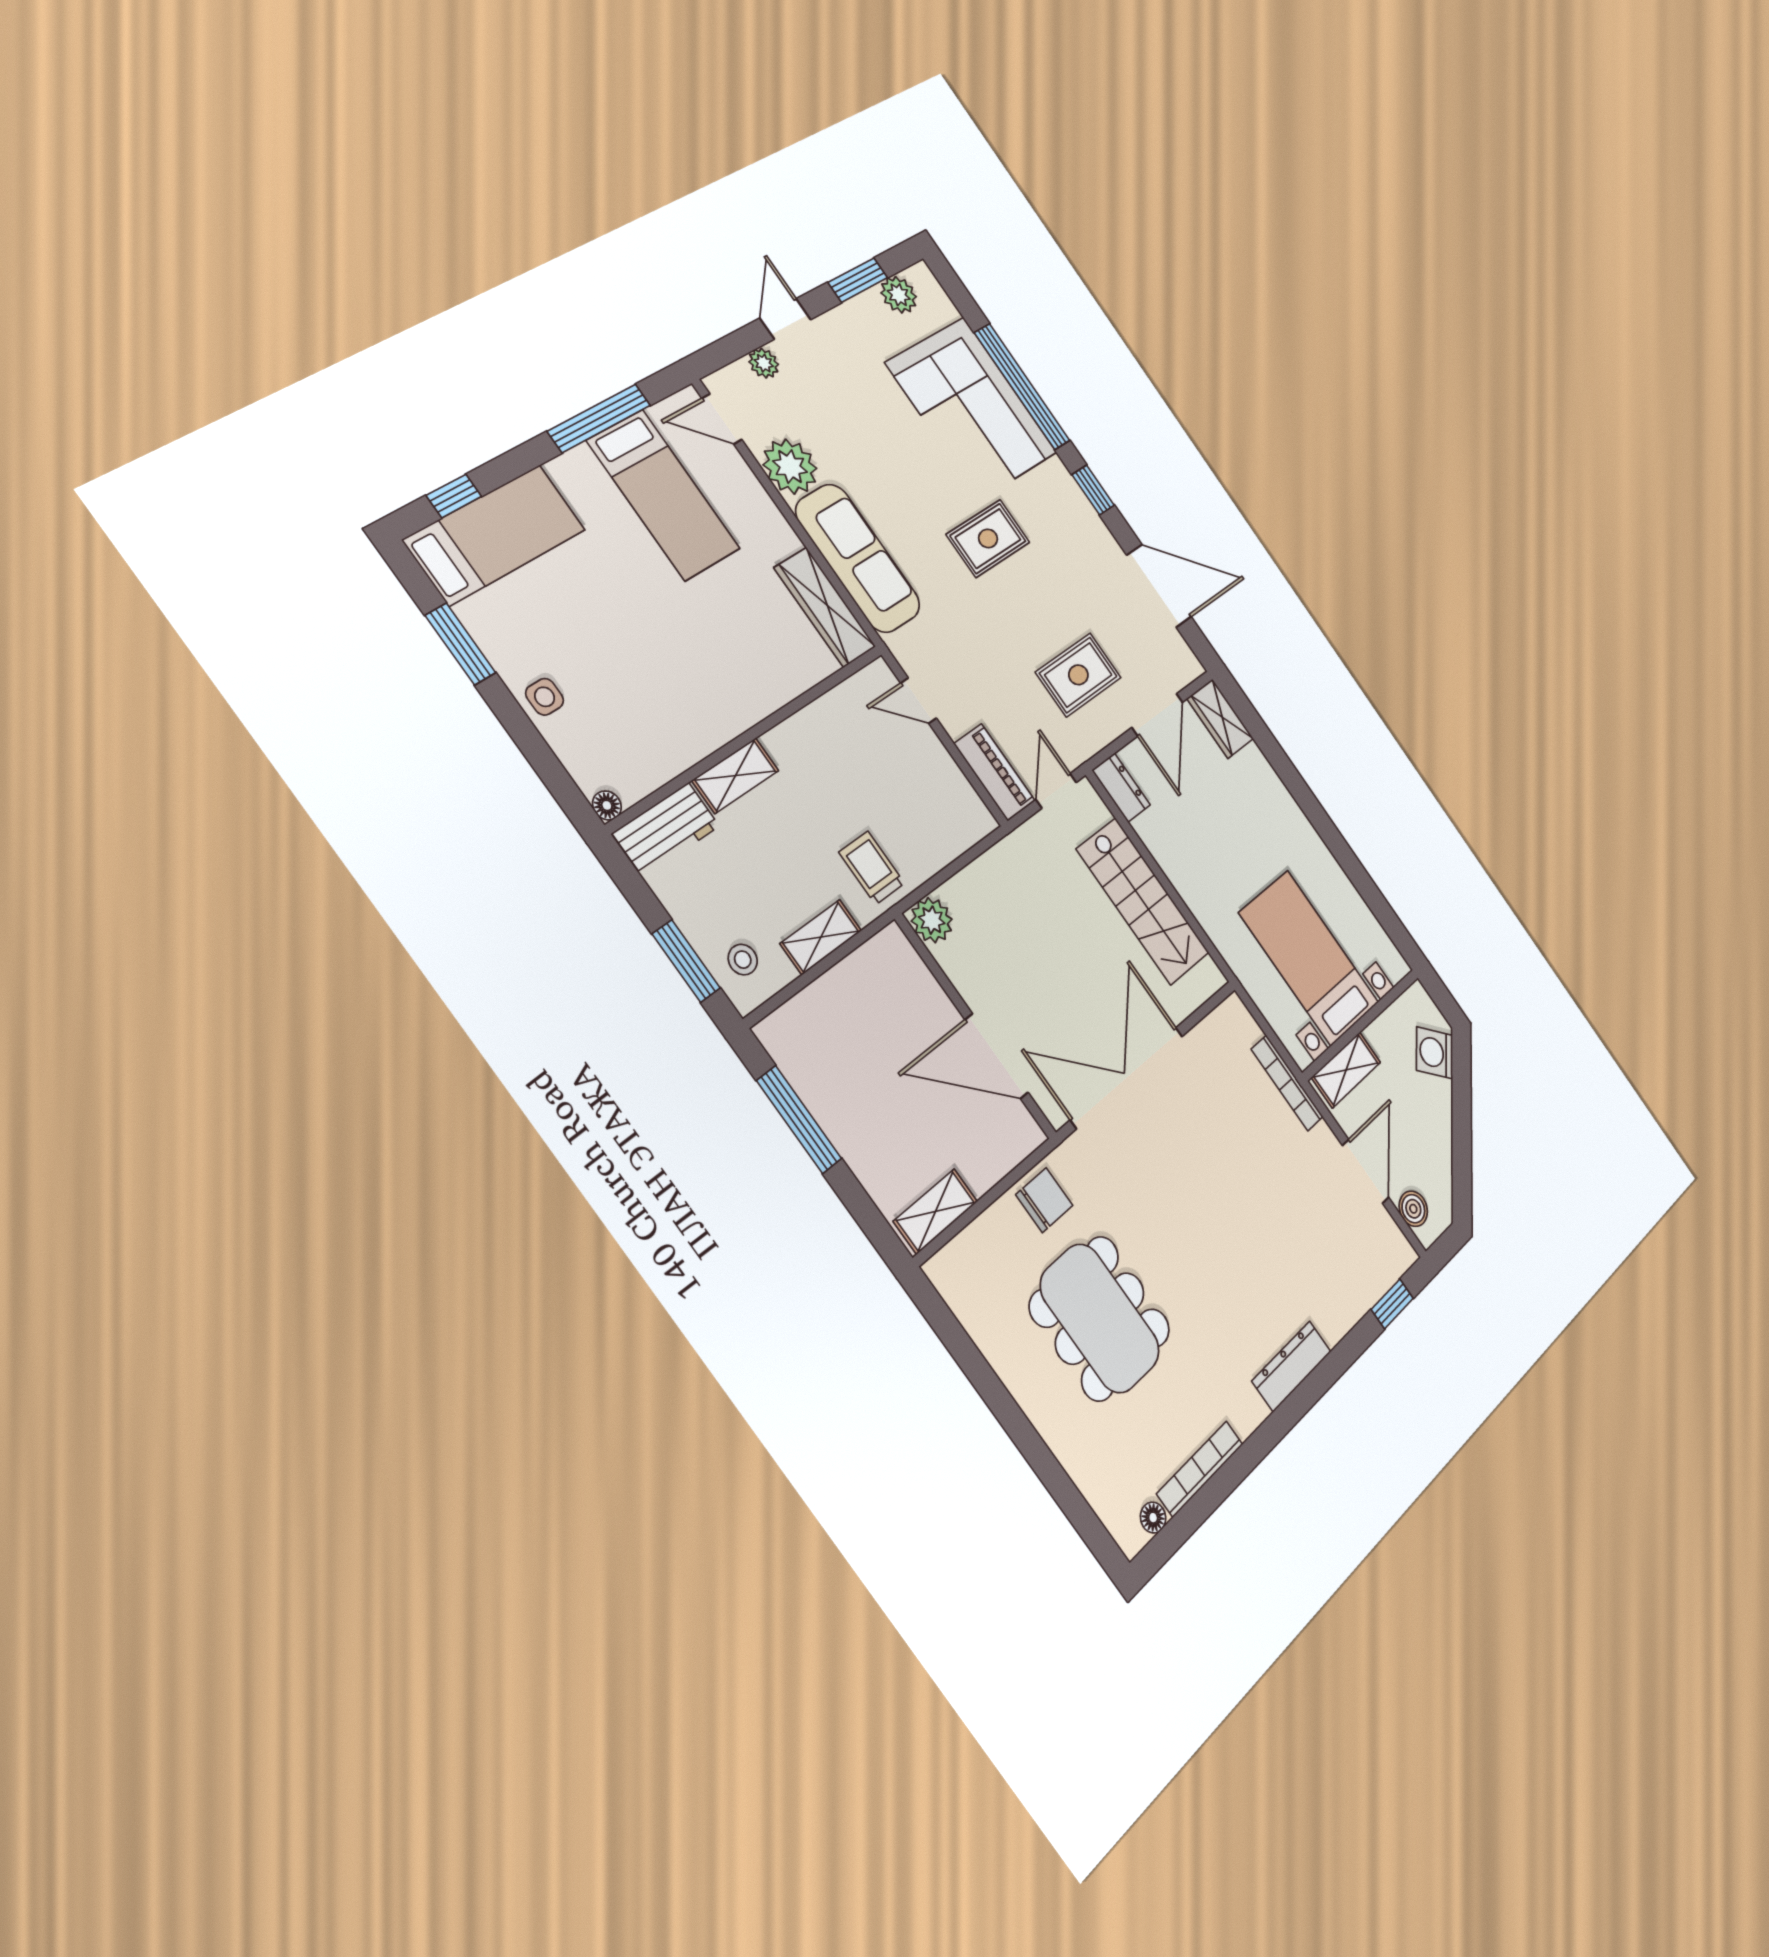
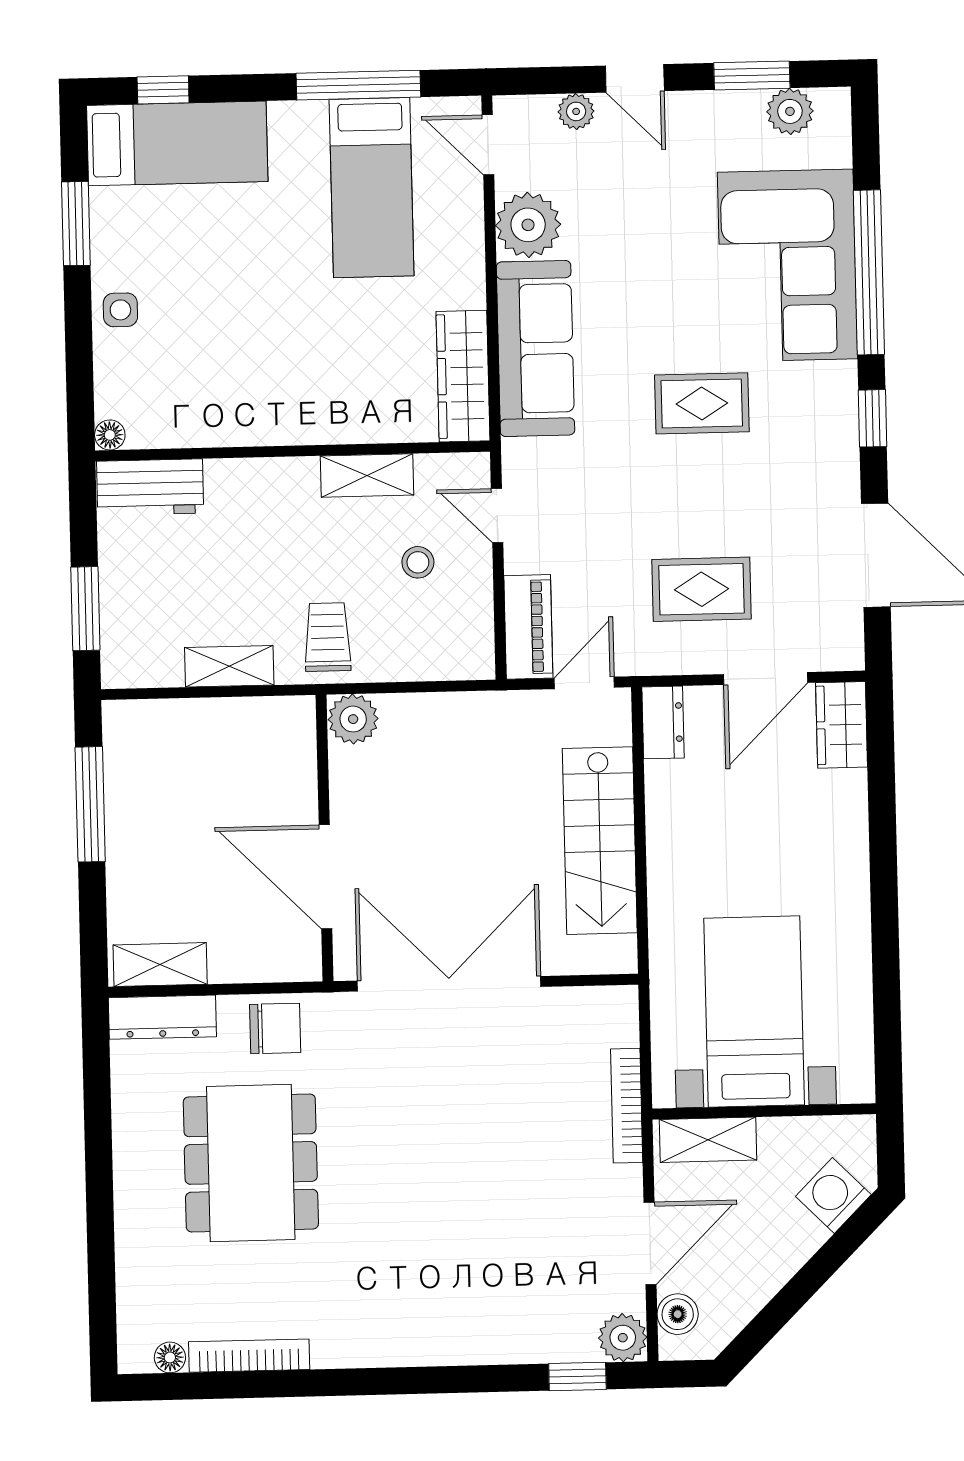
door: (785, 319) -> (635, 78), swing flipped
shelving: (735, 776) -> (367, 475), moved
stool: (743, 960) -> (418, 562), moved
plant: (1397, 1253) -> (623, 1338), added
dresser: (1292, 1366) -> (162, 1017), moved, turned 180

